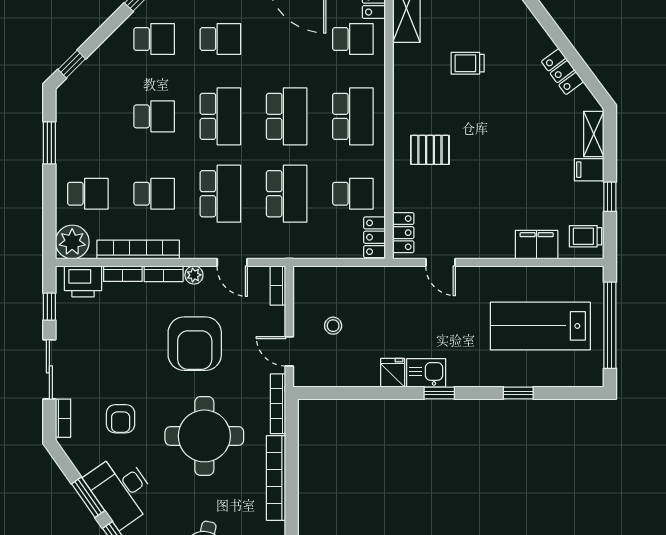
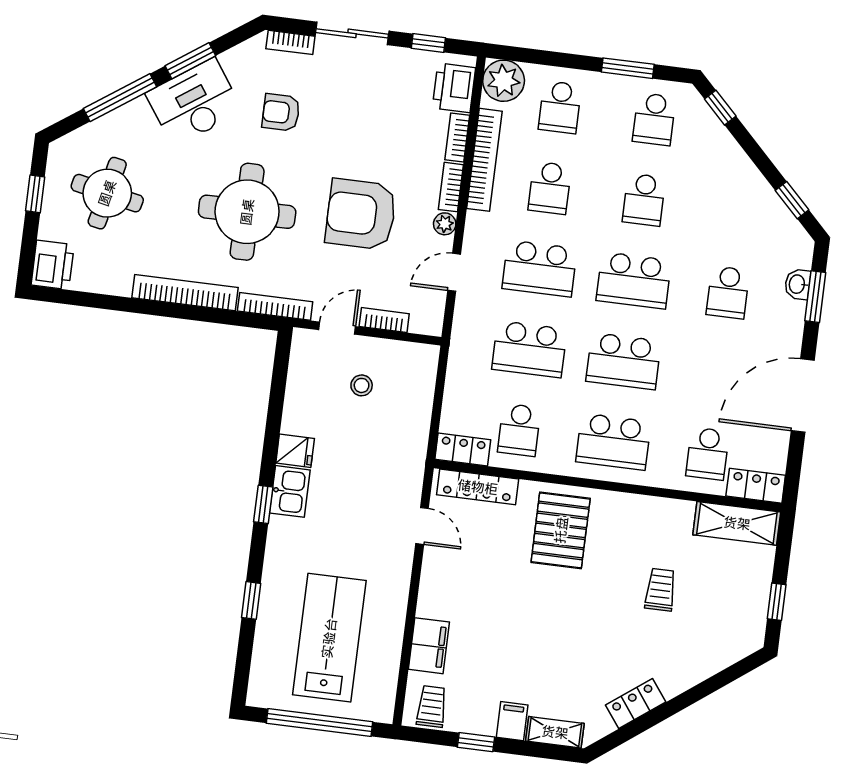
school desk: (154, 39) -> (654, 119), moved
pallet: (430, 150) -> (561, 530), width x1.50, depth x1.42
locker: (403, 233) -> (478, 487), width x1.53
door: (441, 262) -> (422, 526), swing flipped
bookcase: (278, 285) -> (384, 320), moved

